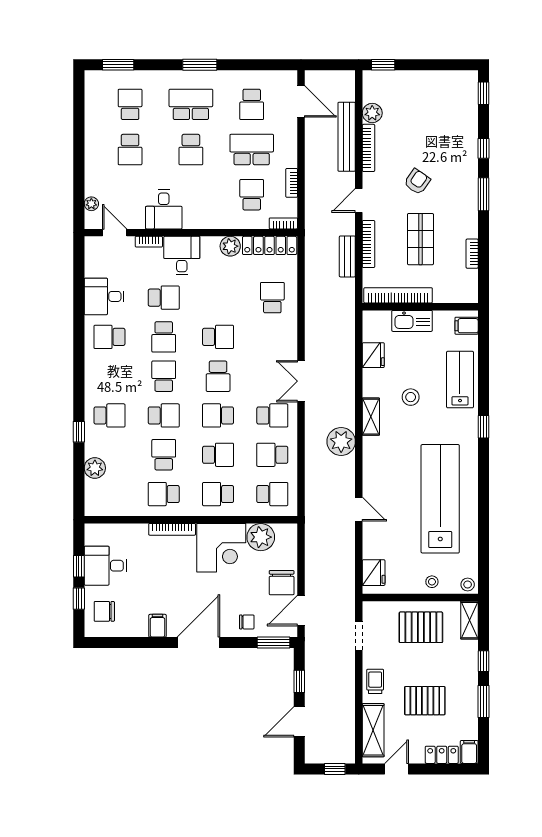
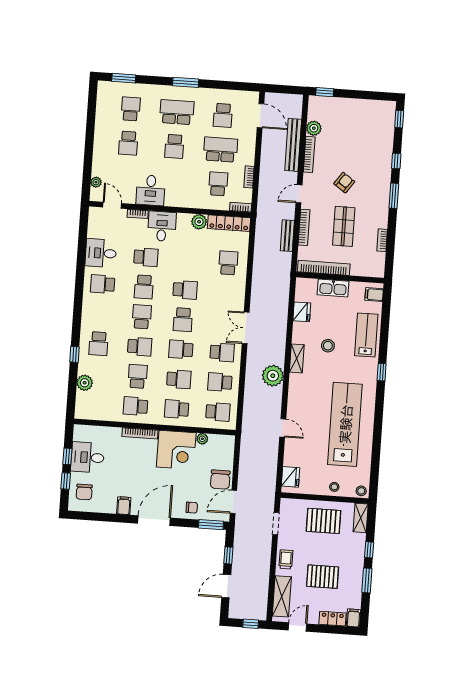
school desk: (109, 415) -> (98, 344), turned 90
plant: (261, 537) -> (202, 439), width x0.53, depth x0.53
chair: (104, 611) -> (84, 492), turned -90

